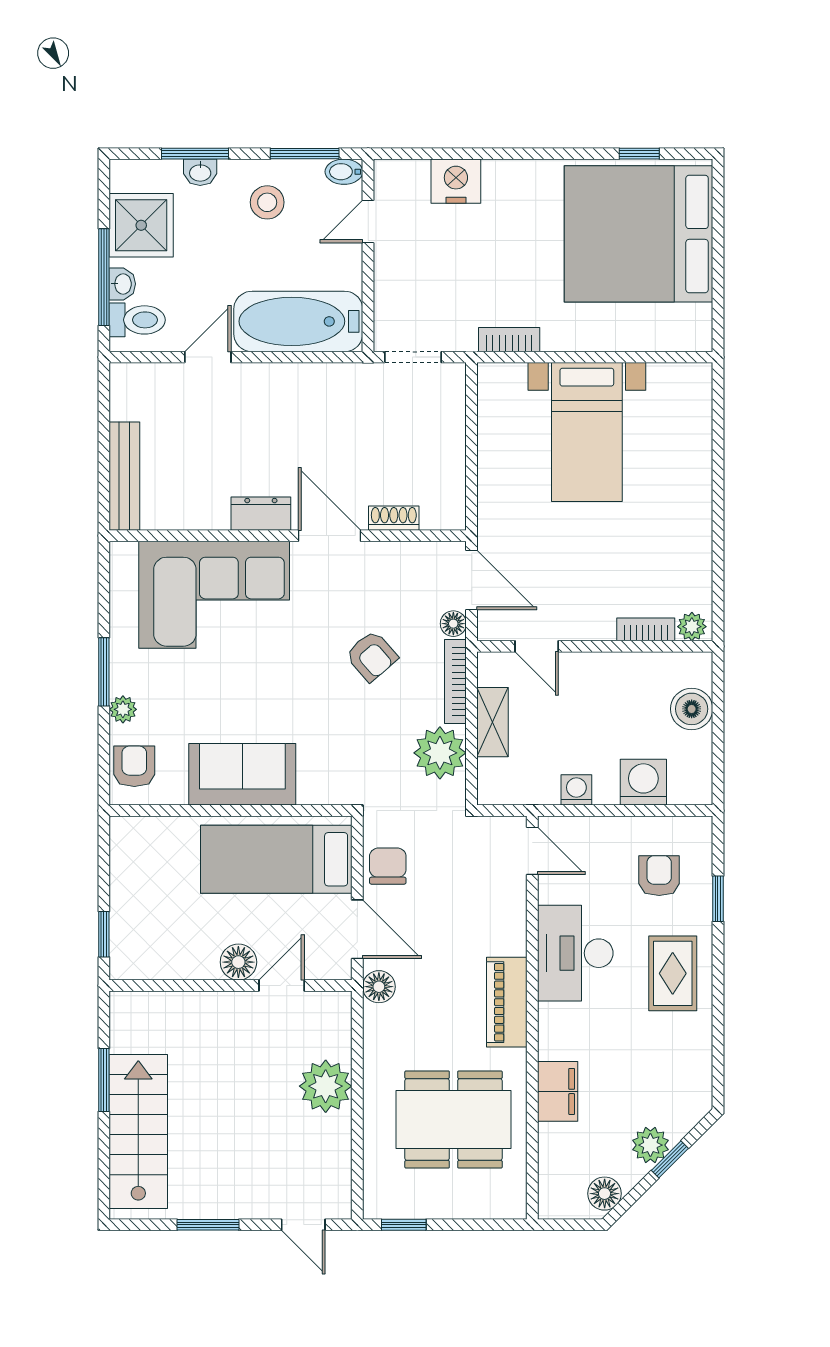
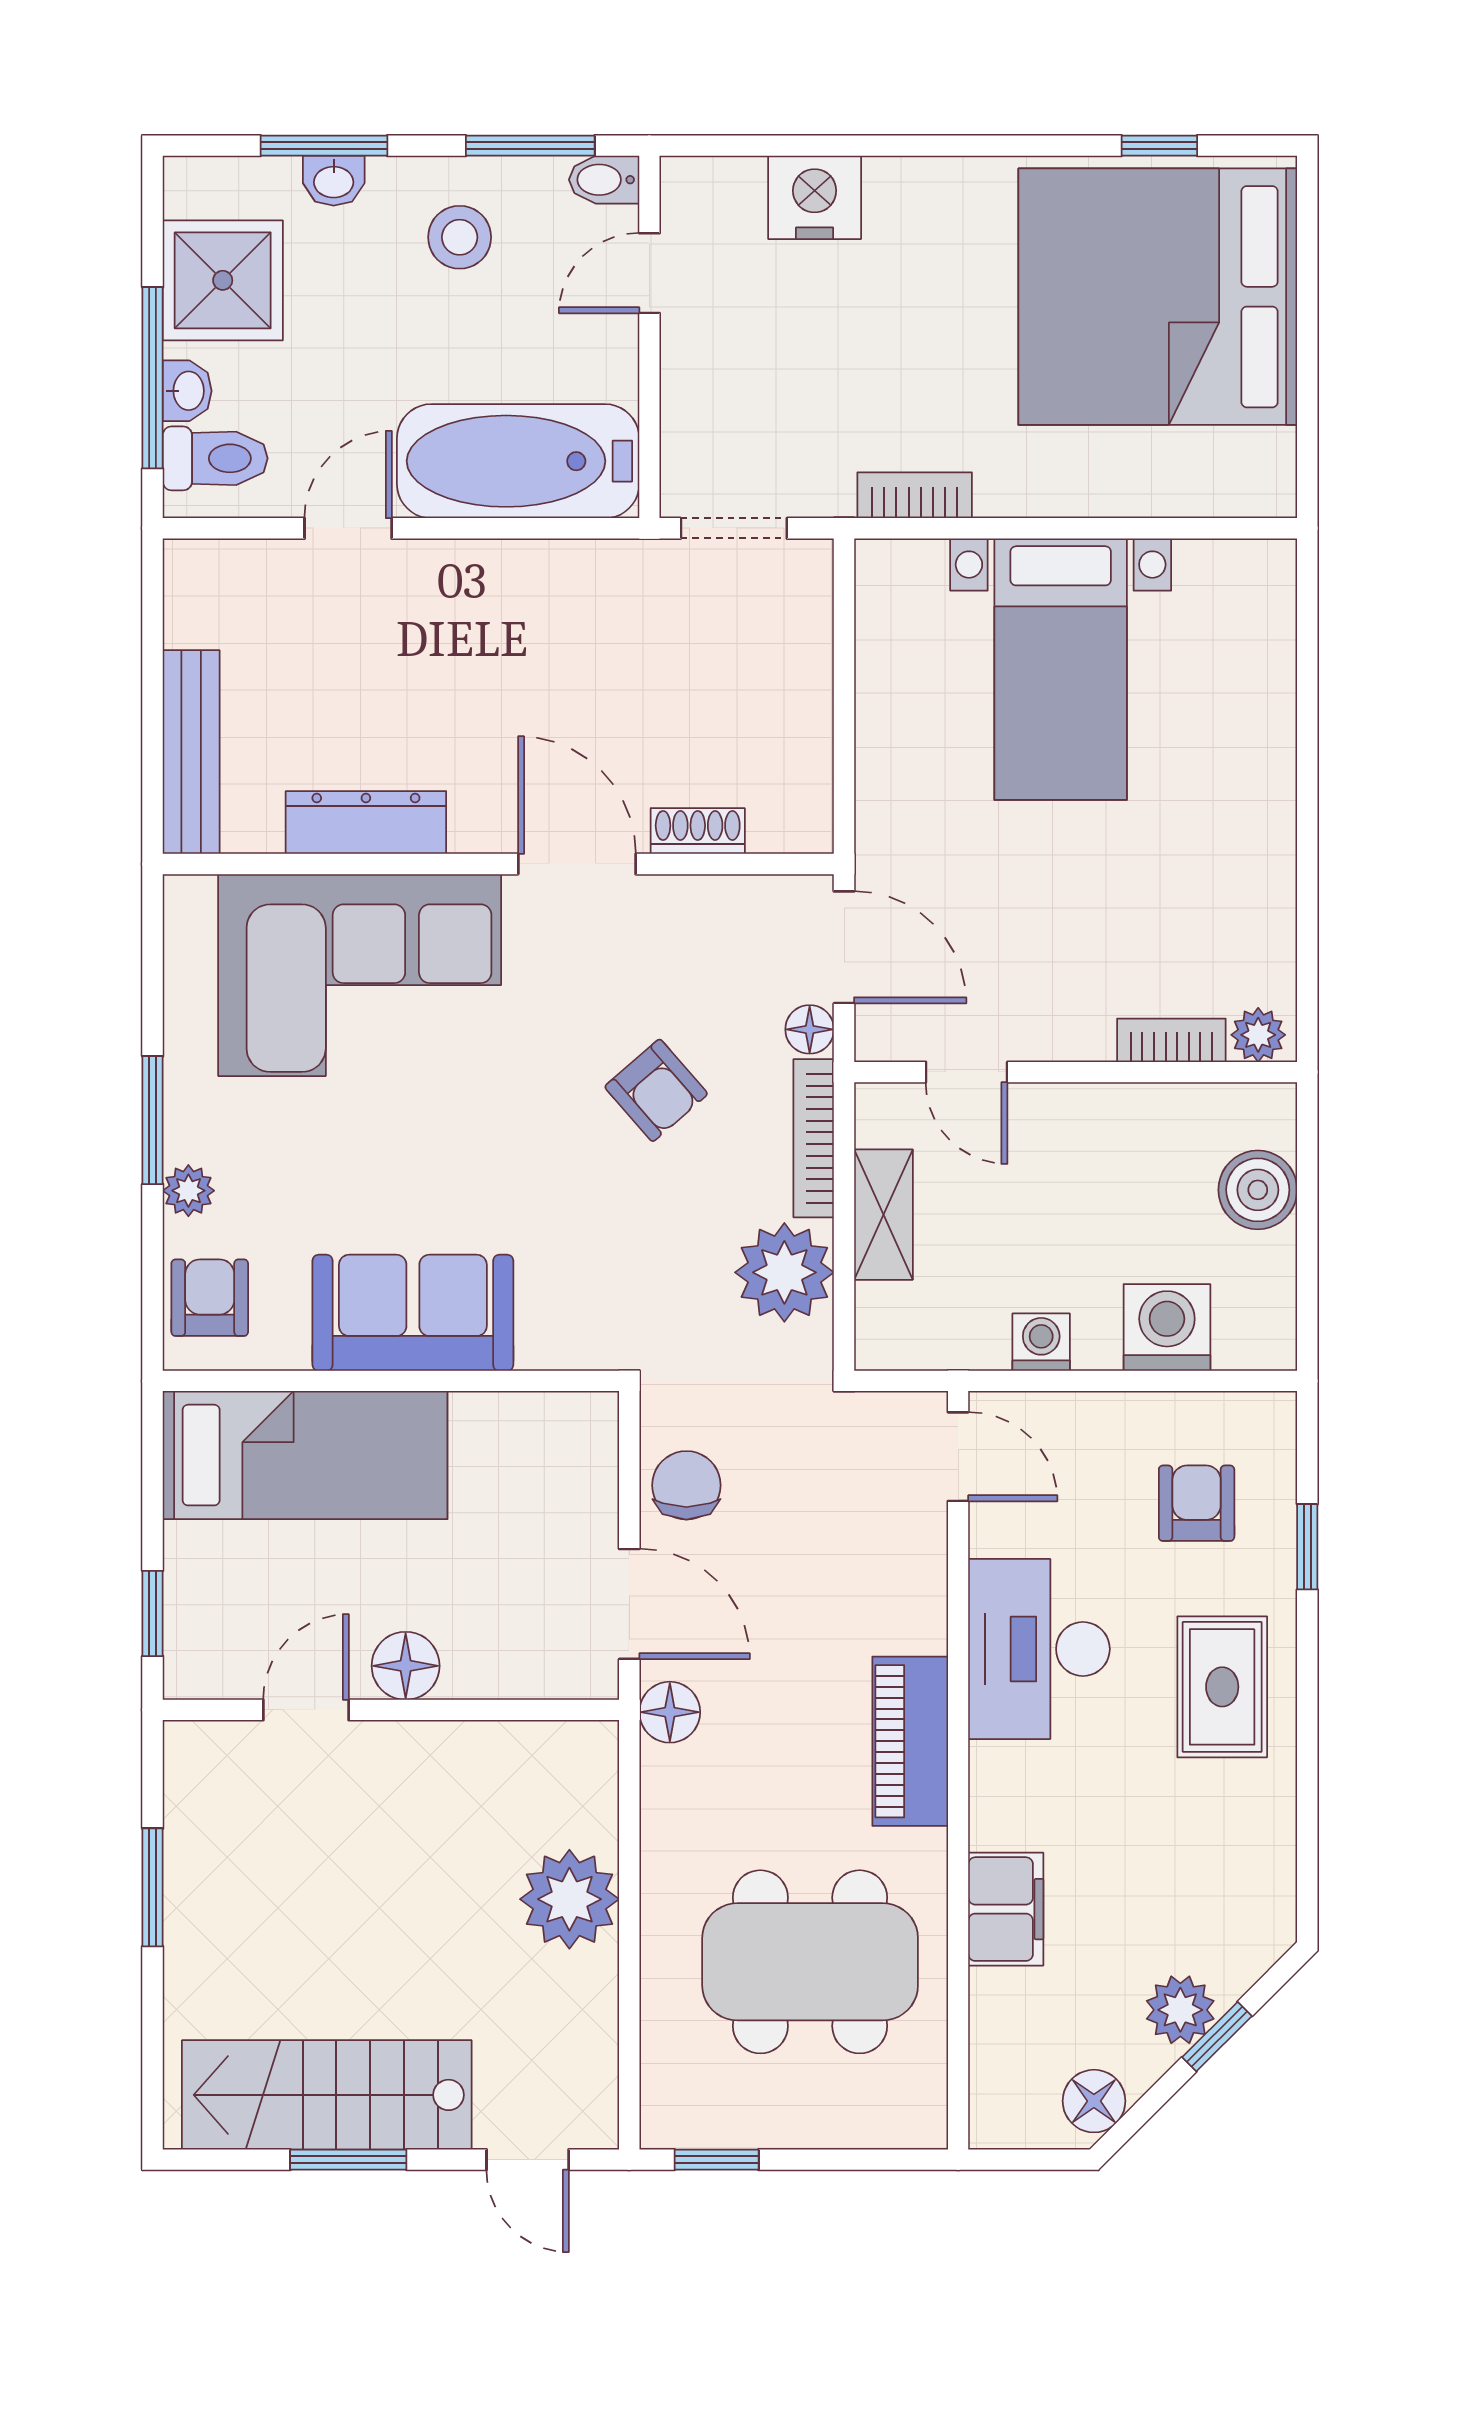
dresser: (261, 514) -> (366, 823), moved, width x1.44
bed: (276, 859) -> (305, 1455), moved, turned 180
door: (282, 986) -> (306, 1710), moved
stairs: (138, 1132) -> (327, 2095), moved, turned -90

